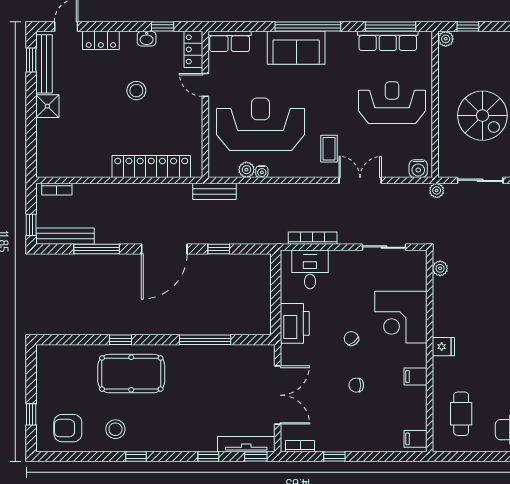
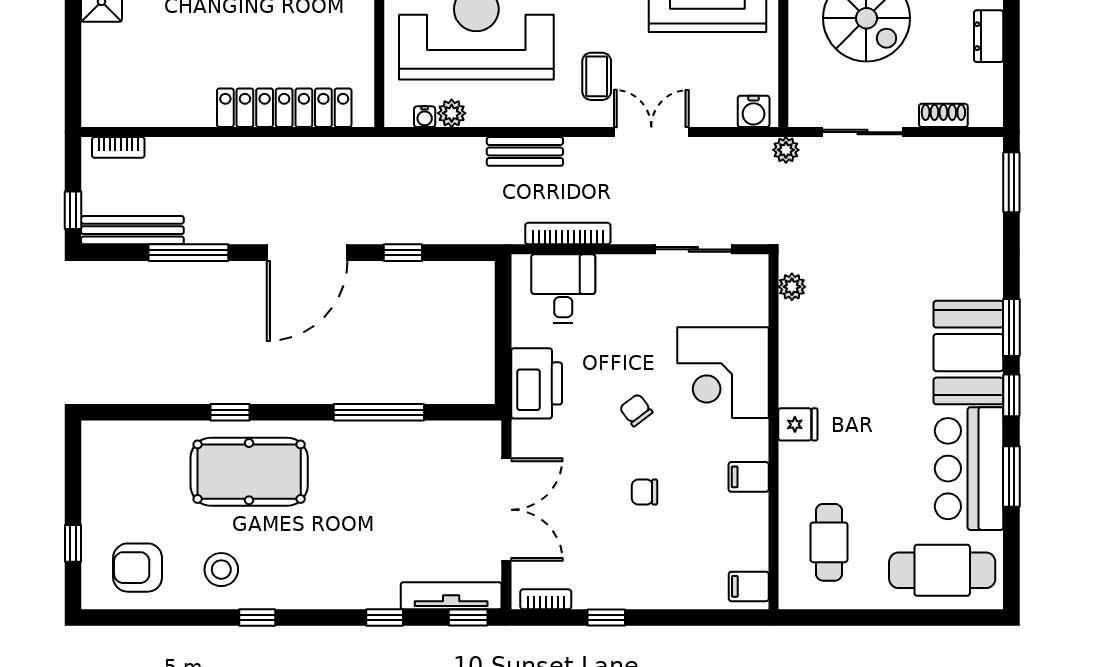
water cooler: (262, 172) -> (425, 117), moved
bench: (214, 191) -> (525, 151), moved

